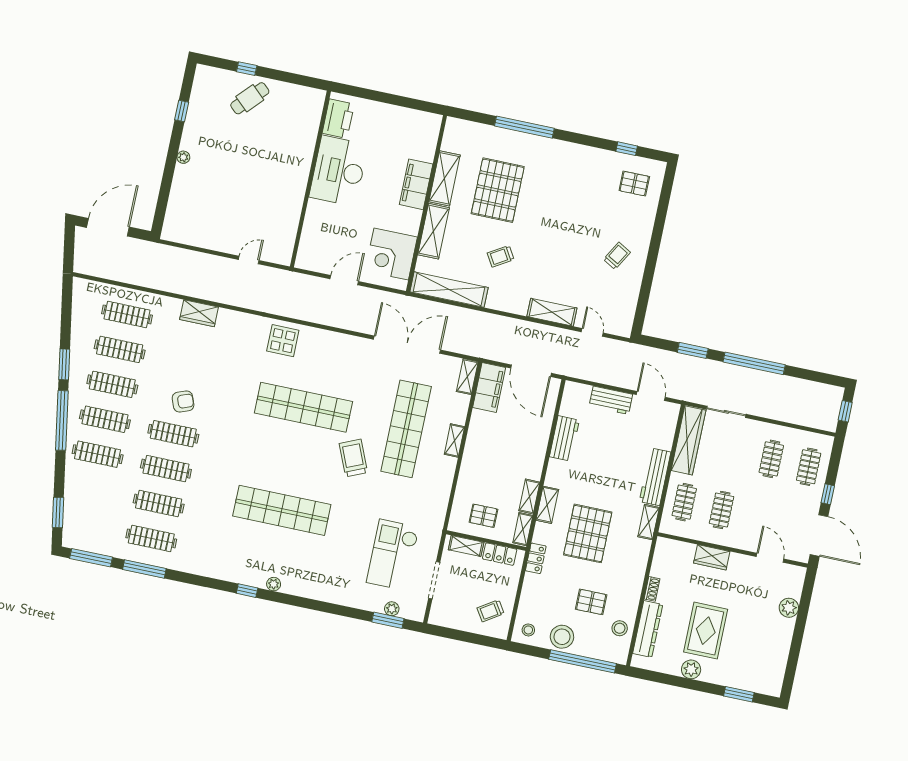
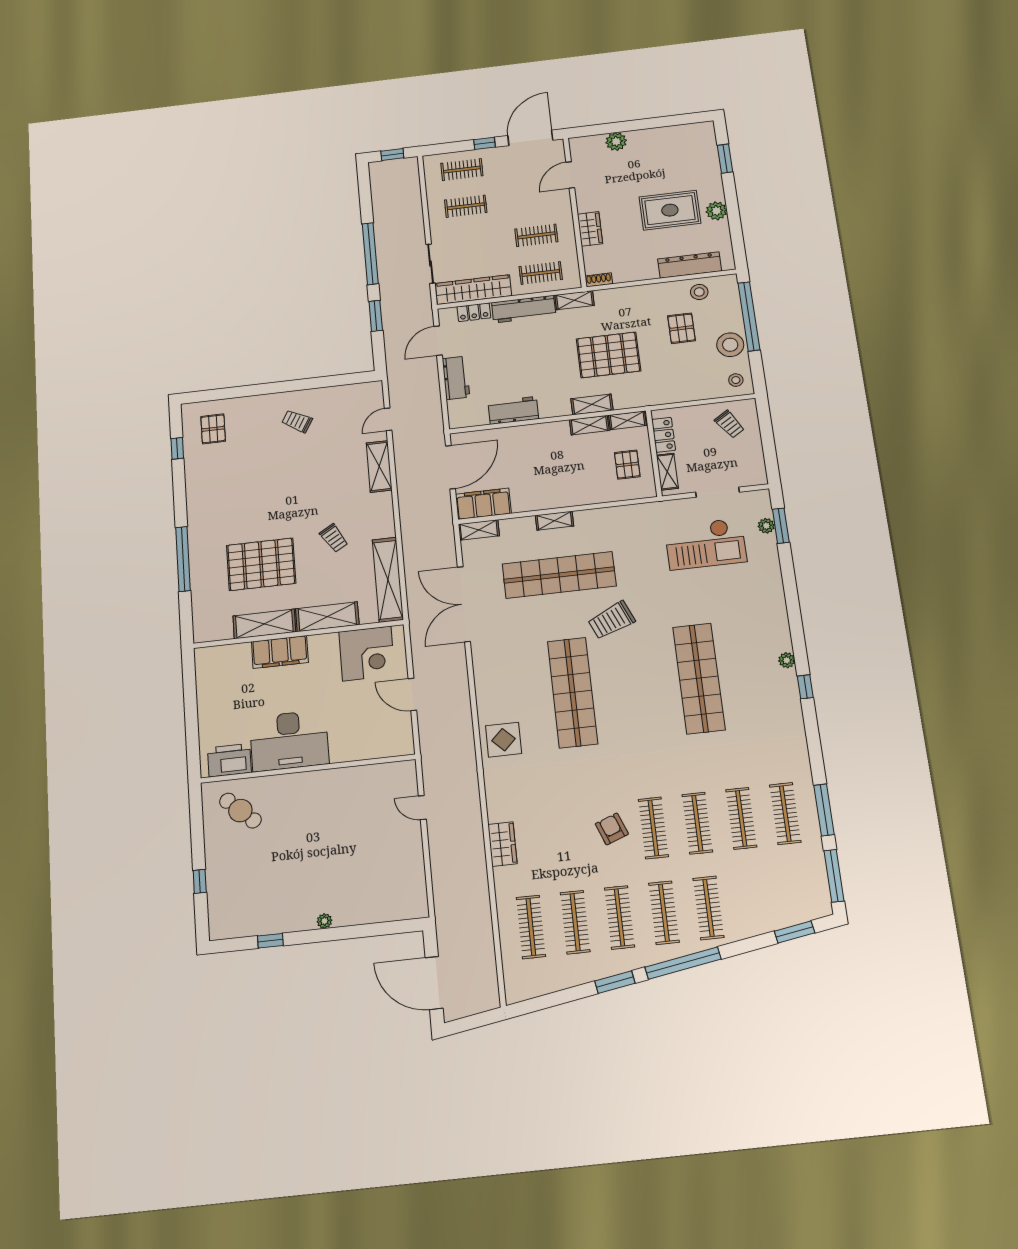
cafe table: (250, 98) -> (240, 811), moved
locker: (536, 558) -> (474, 312), moved, turned 180
shoe rack: (652, 589) -> (599, 280), moved

